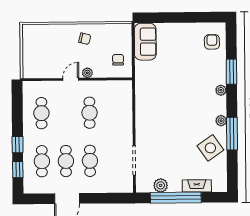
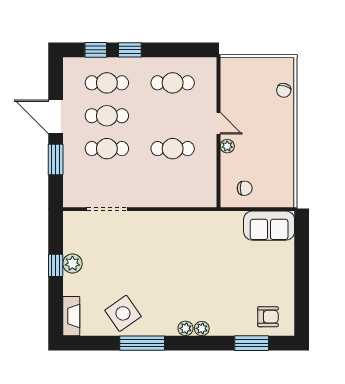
chair: (85, 39) -> (284, 90), moved
window: (231, 72) -> (252, 343), moved
plant: (221, 121) -> (186, 328), moved
plant: (161, 185) -> (72, 264), moved
fireplace: (197, 186) -> (71, 316), moved
window: (98, 198) -> (56, 159), added
window: (176, 198) -> (56, 265), width x0.32

